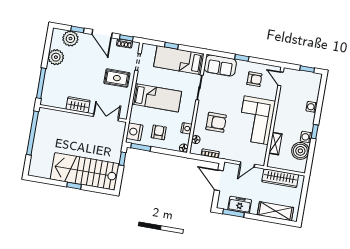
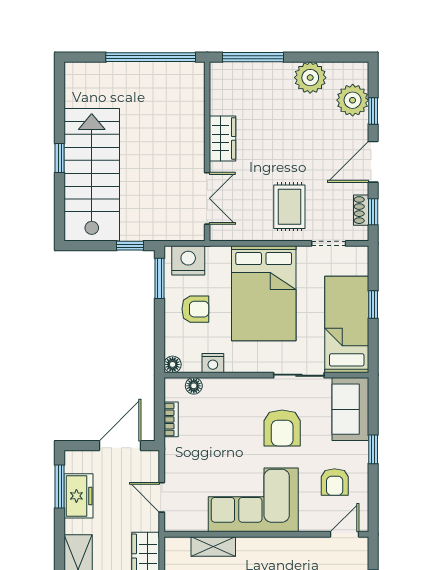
bed: (157, 98) -> (264, 293), width x1.50
armchair: (216, 122) -> (282, 428), moved

